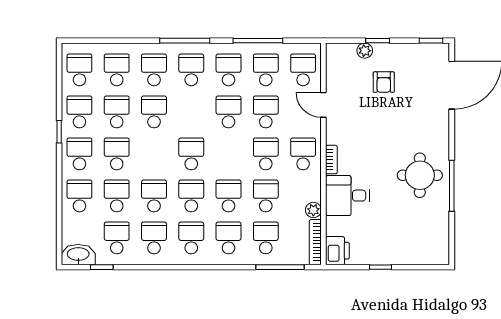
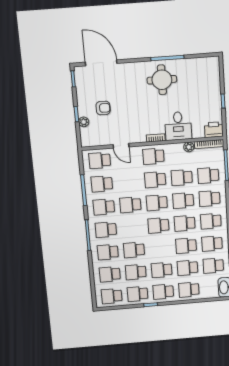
door: (323, 105) -> (121, 146), hinge flipped
school desk: (266, 112) -> (157, 203), moved

